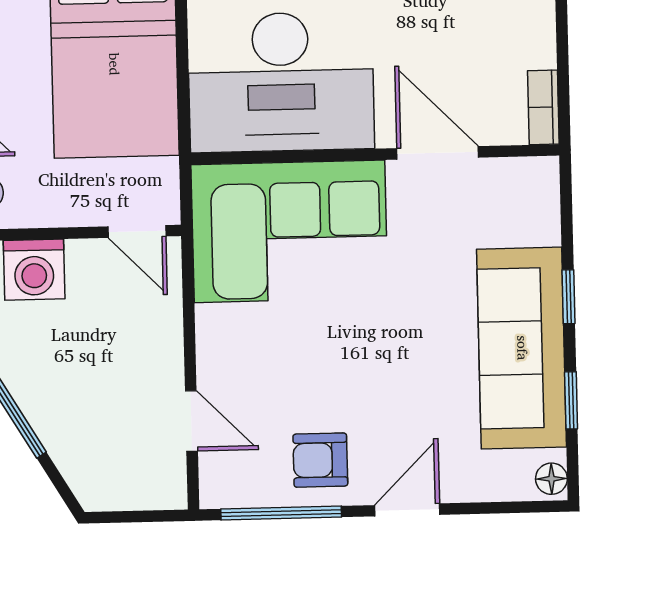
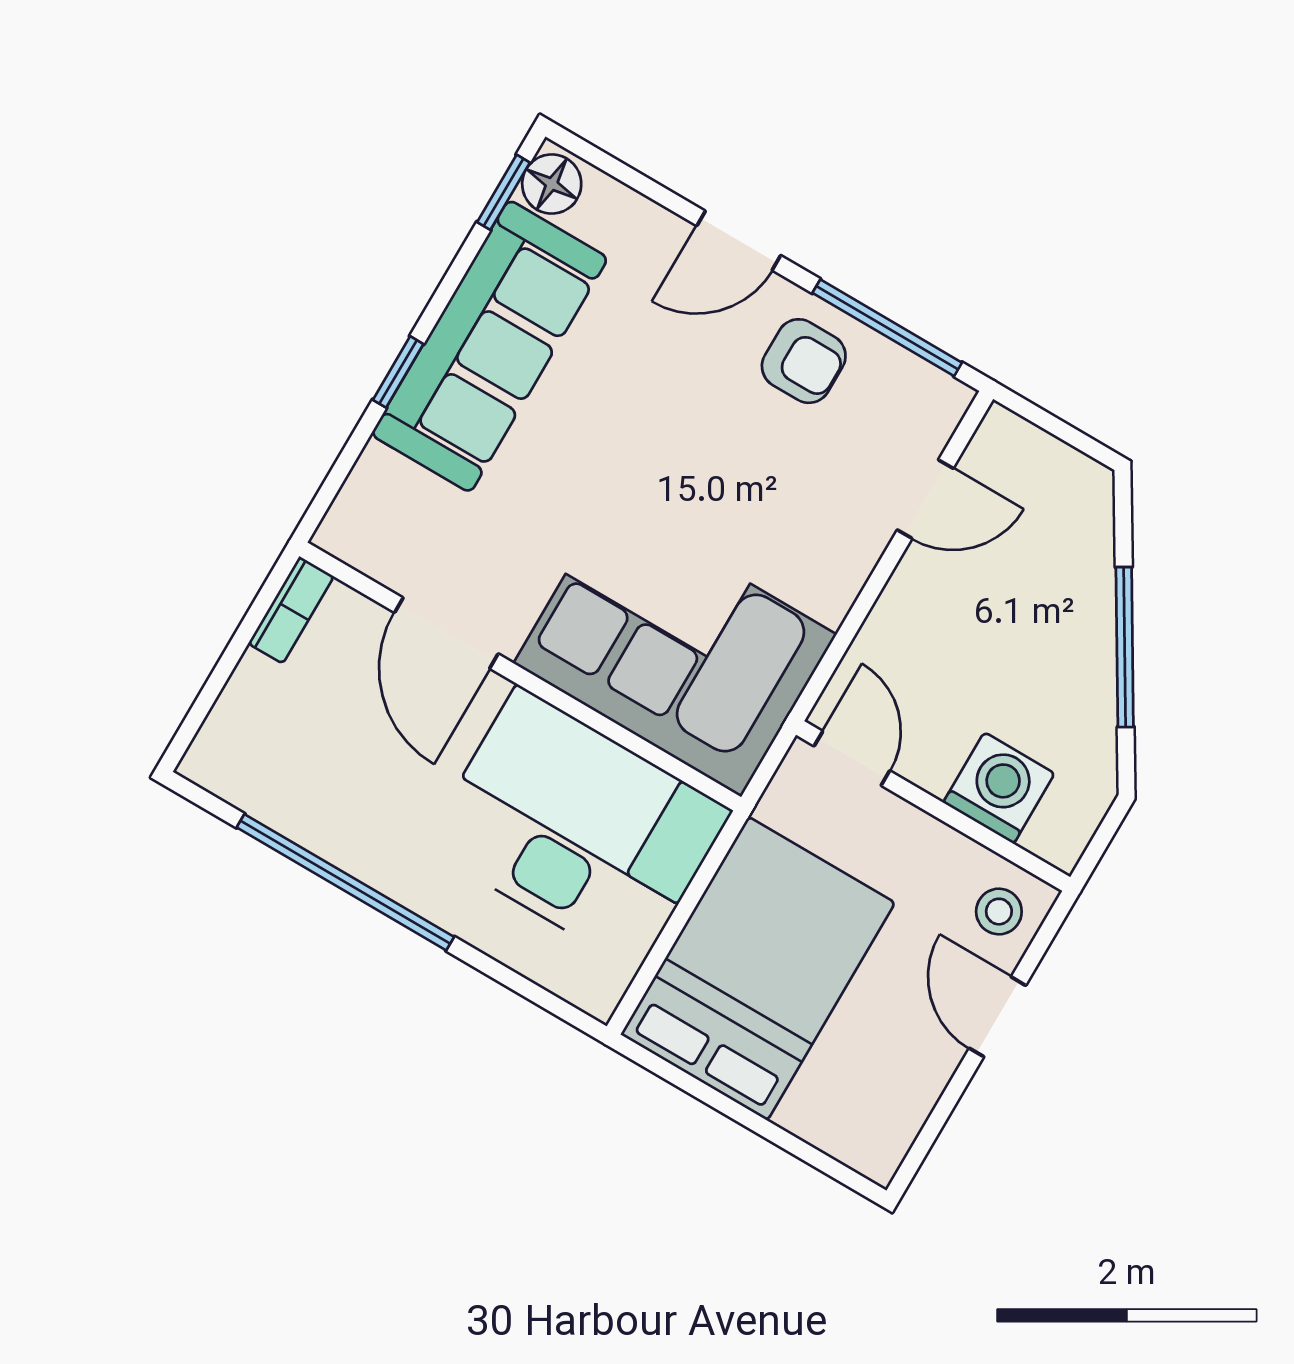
window: (571, 400) -> (503, 192), moved
door: (191, 421) -> (925, 499), swing flipped
floor lamp: (551, 479) -> (552, 184), width x1.37, depth x1.37

